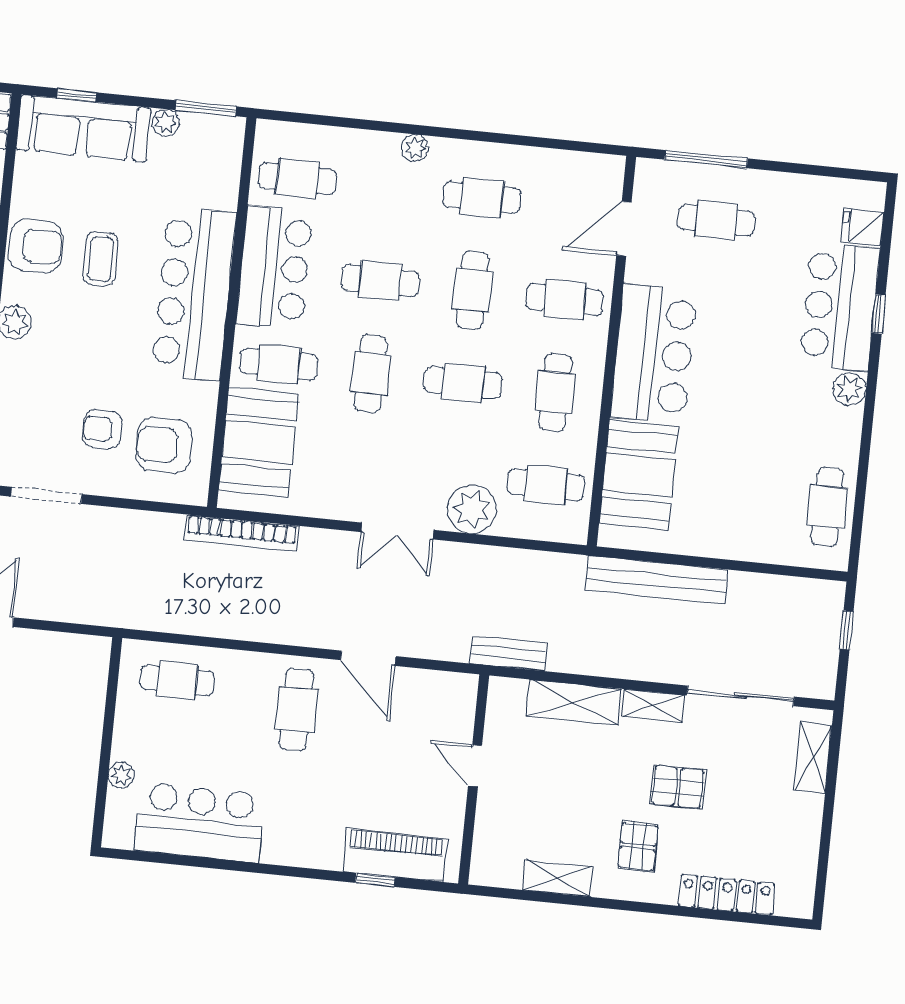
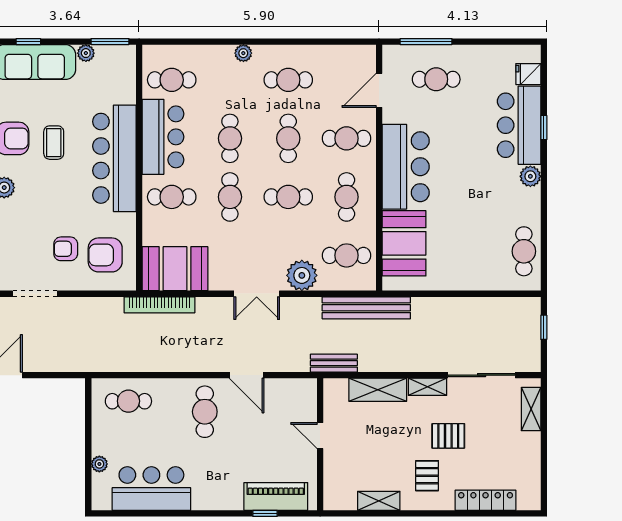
cafe table: (380, 281) -> (230, 138), turned 90
booth: (259, 442) -> (175, 269), moved, turned 90
bench: (657, 580) -> (366, 308), moved

